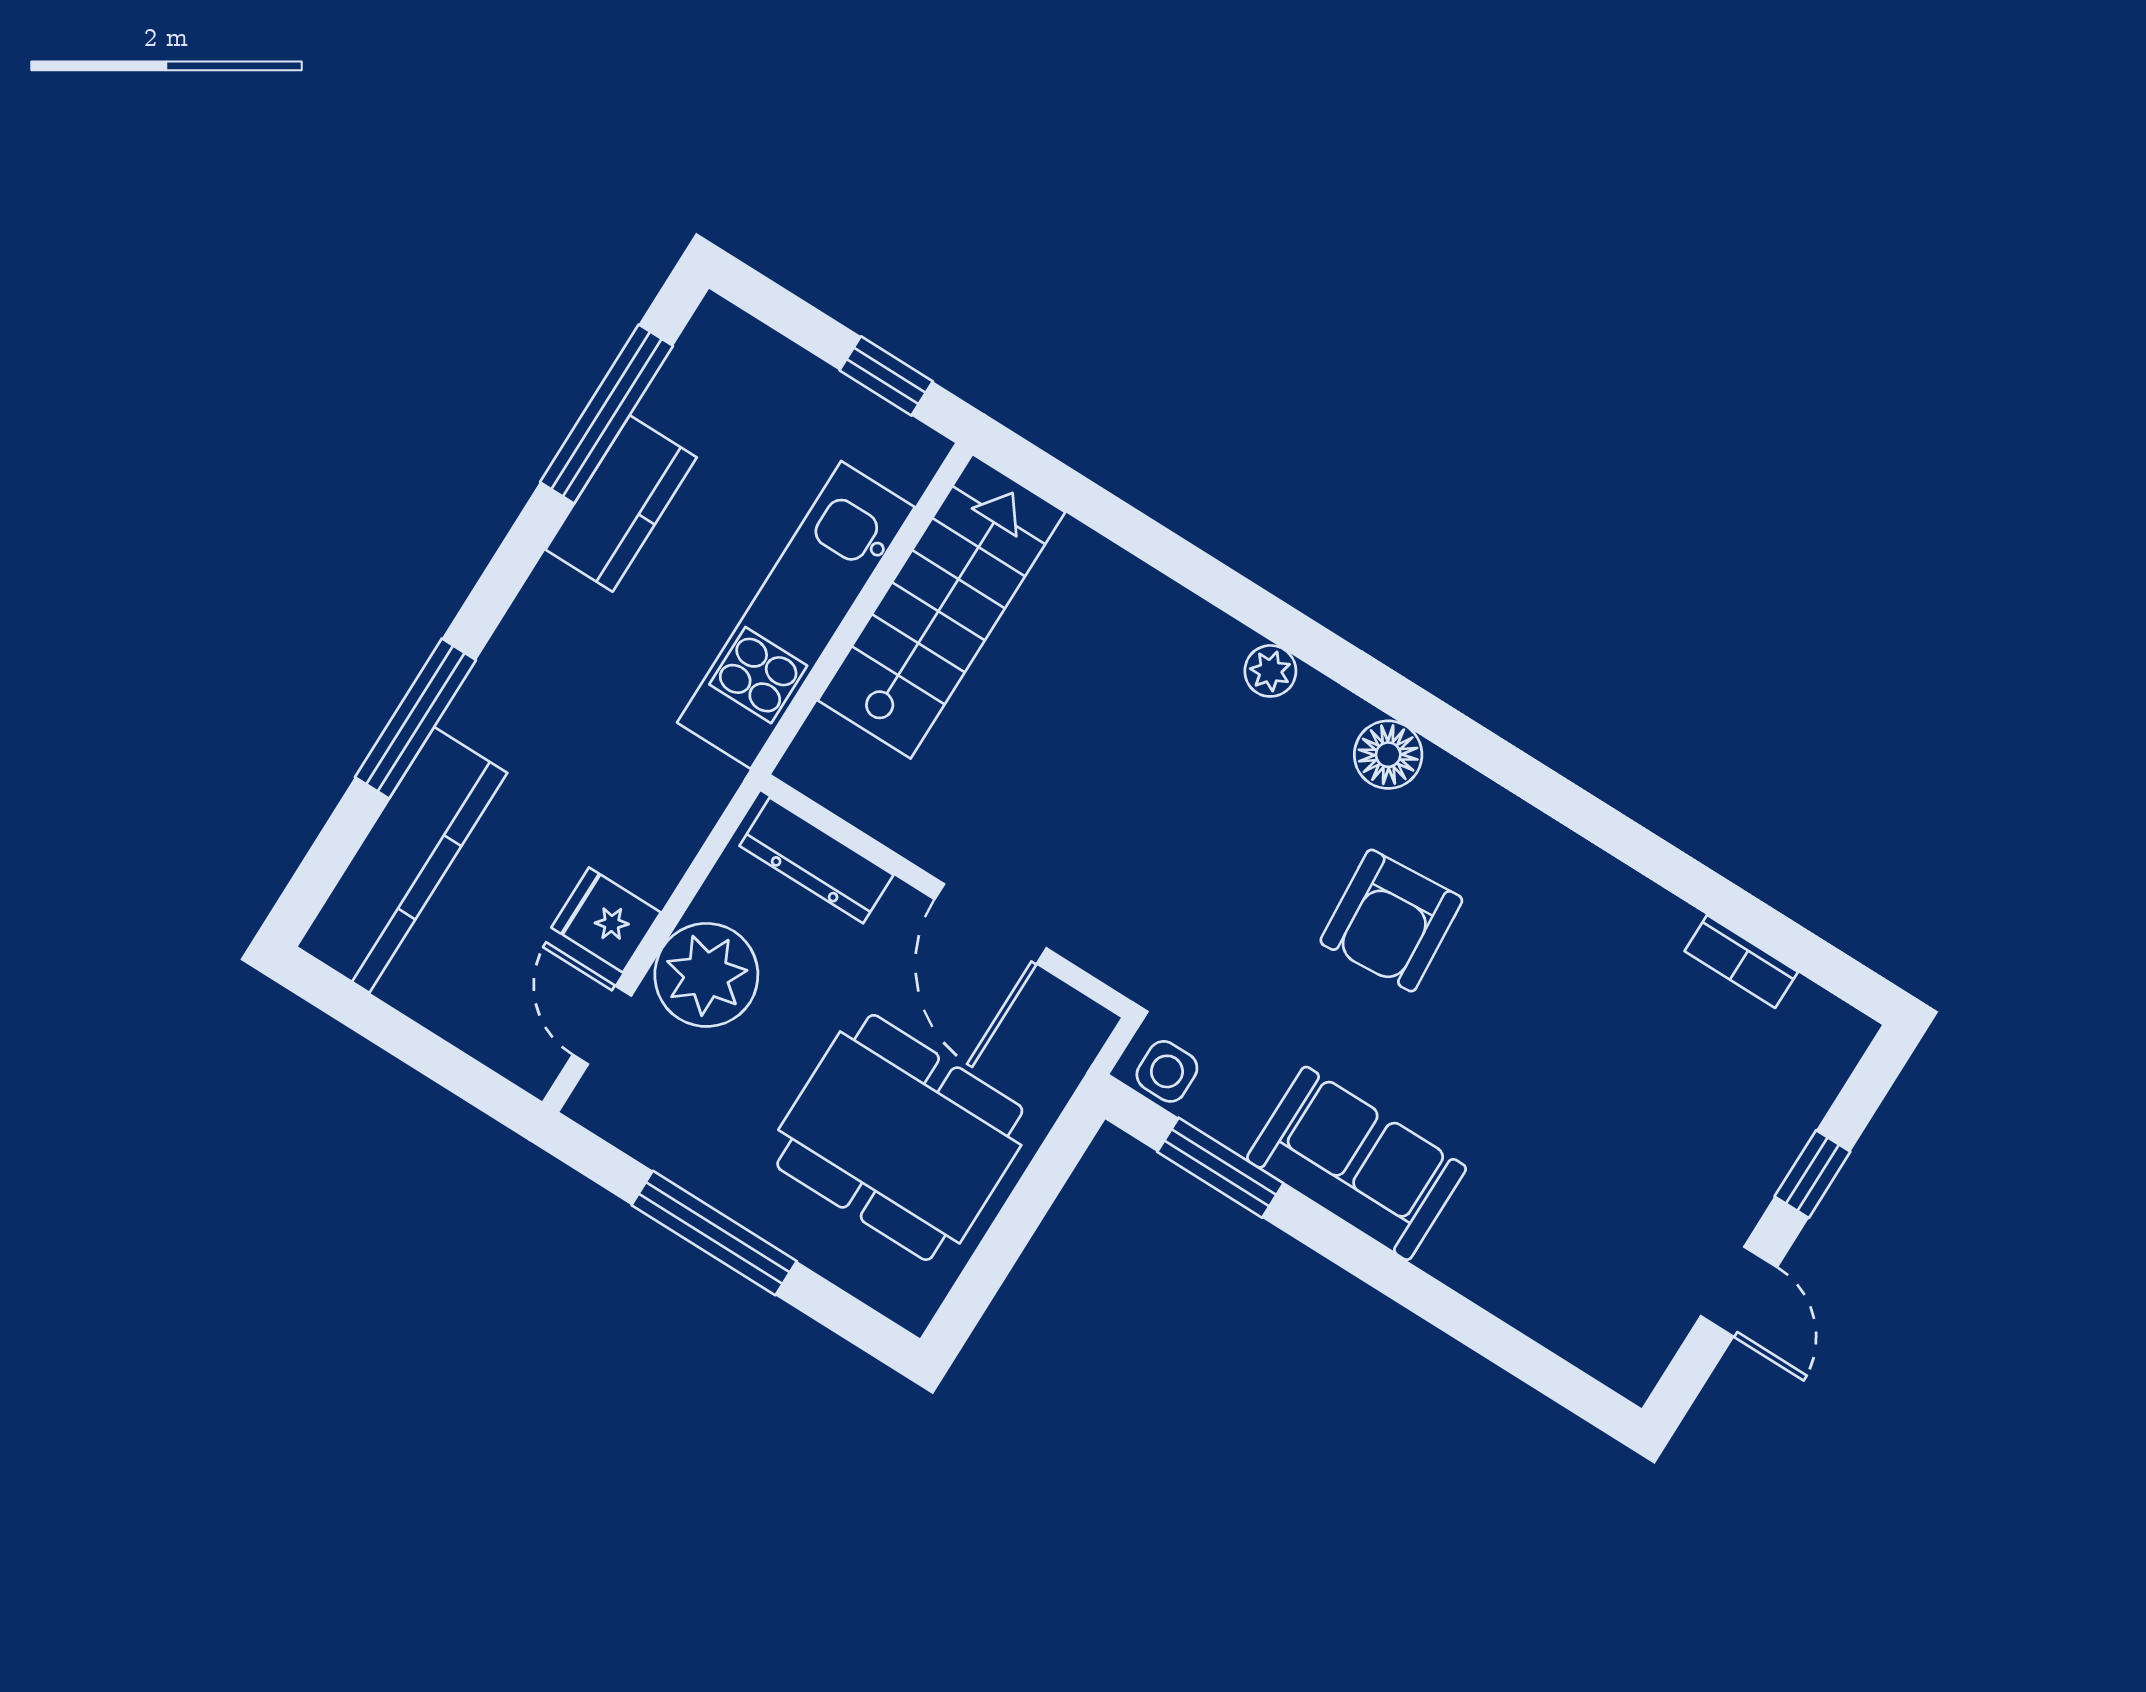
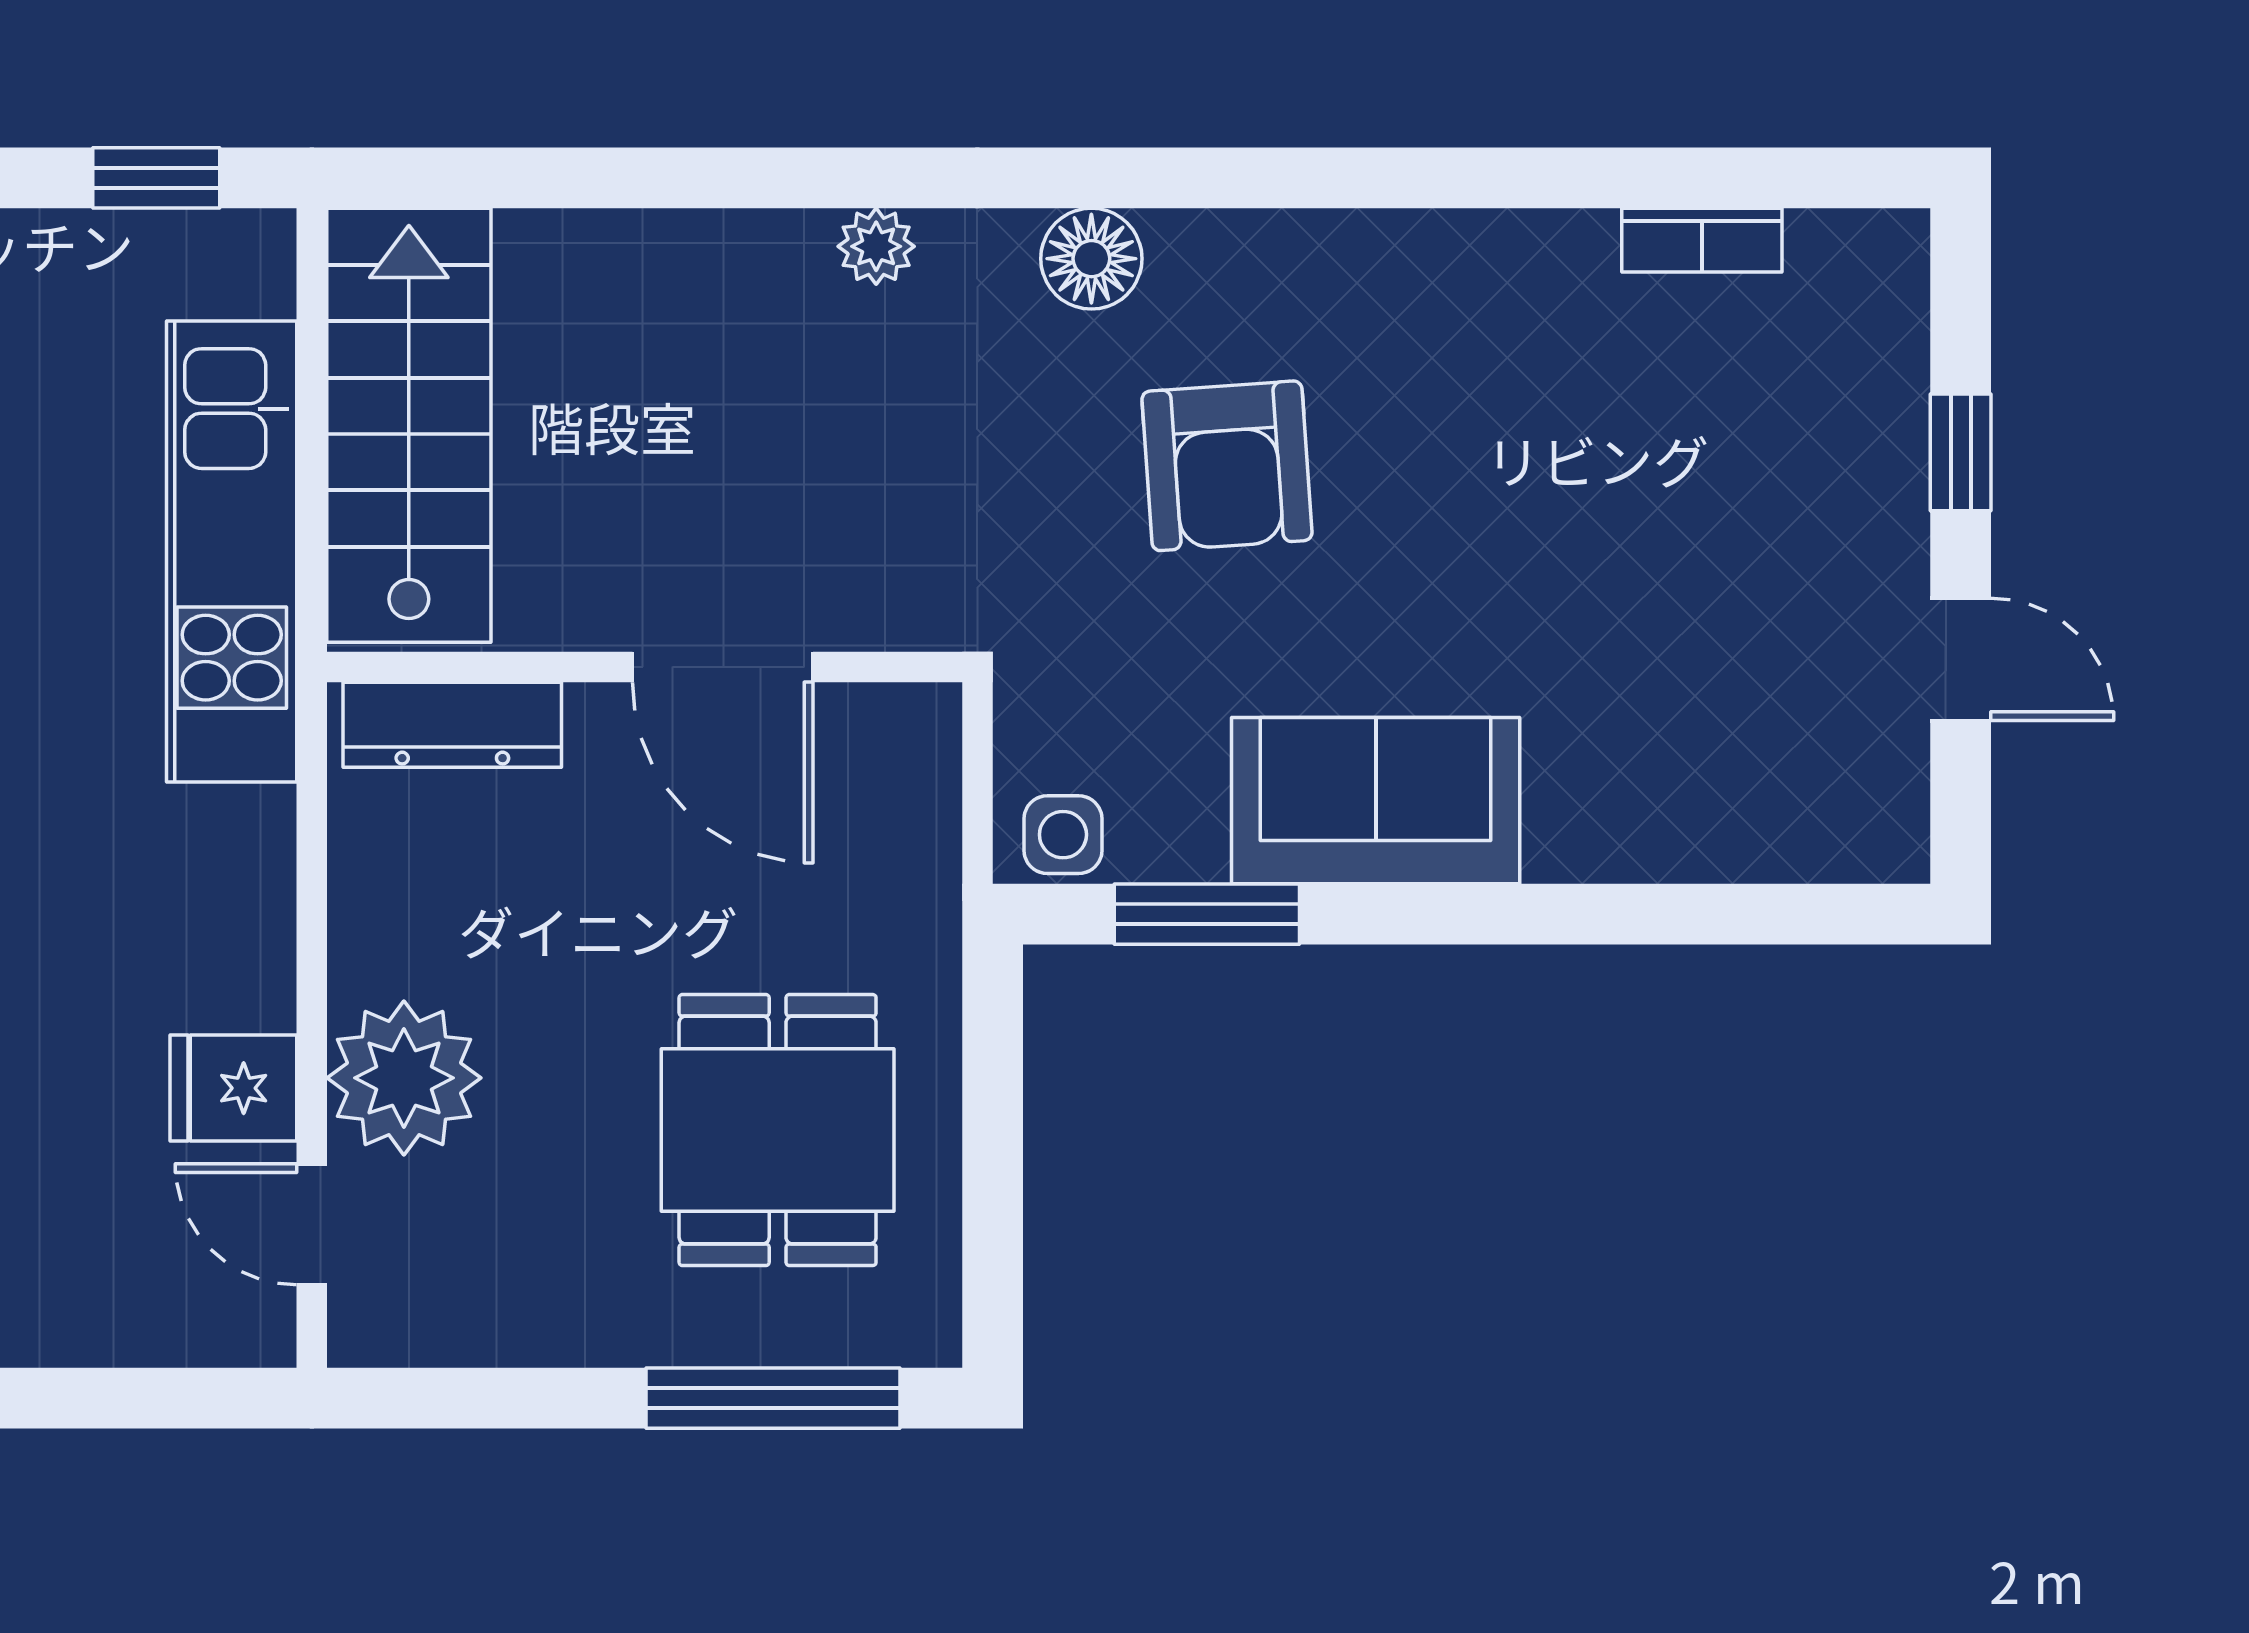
dresser: (816, 860) -> (452, 725), moved
wall: (946, 896) -> (645, 667), moved
door: (990, 924) -> (723, 667), moved
dining table: (900, 1137) -> (778, 1130), width x0.73
window: (714, 1233) -> (773, 1398), moved

